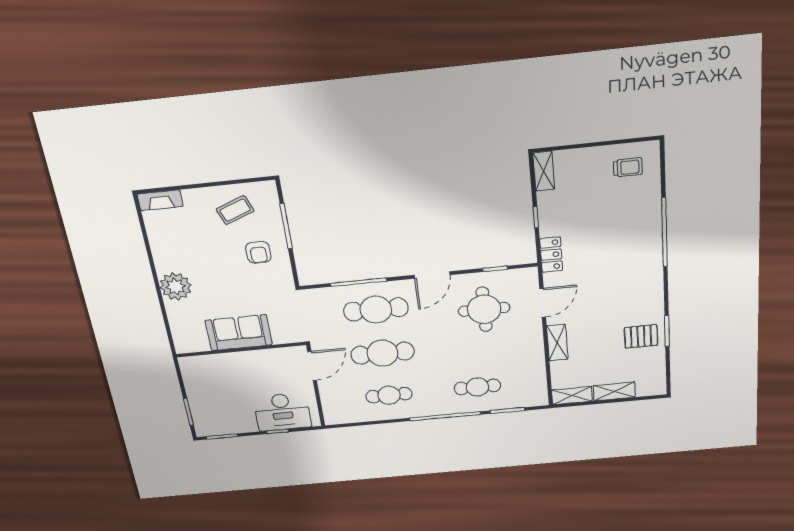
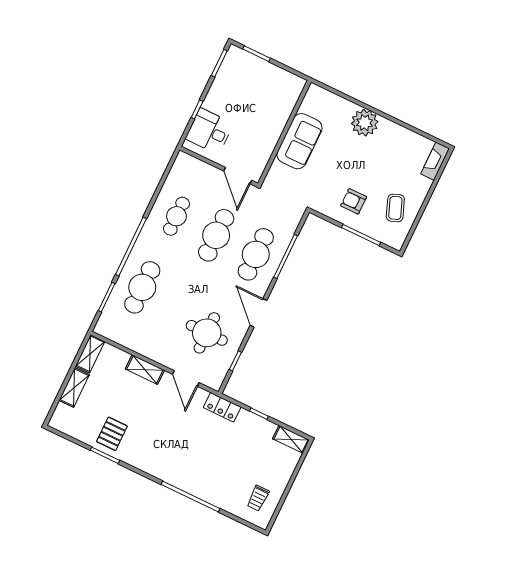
cafe table: (477, 387) -> (142, 287), width x1.37, depth x1.35
desk: (282, 412) -> (209, 131), width x0.73

